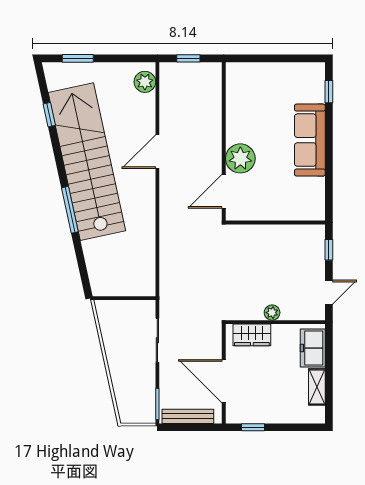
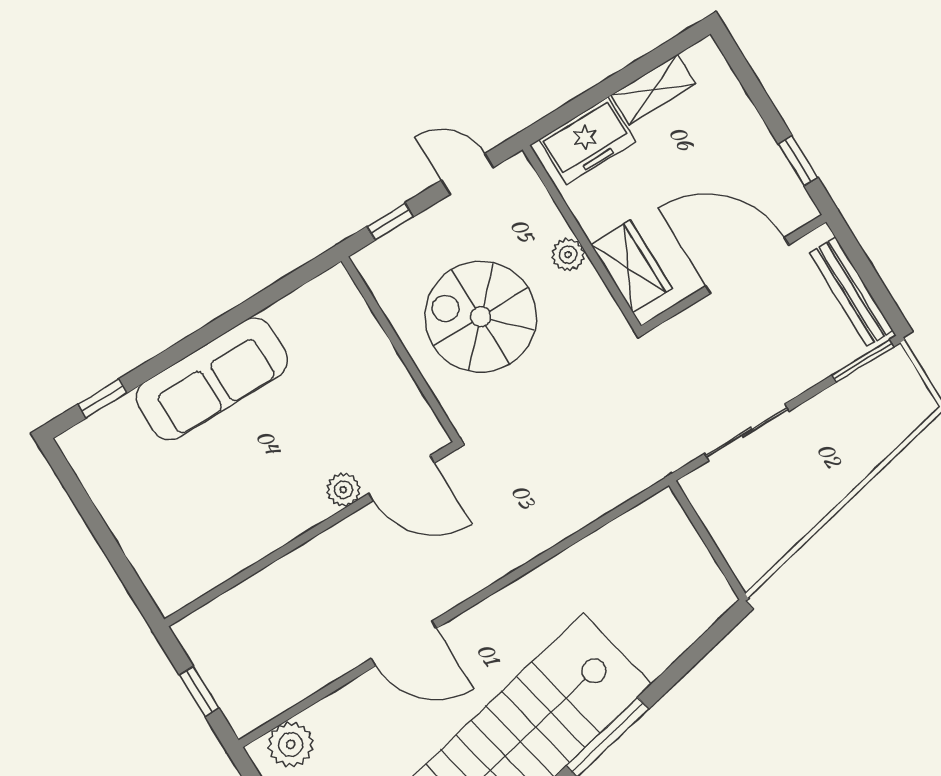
plant: (240, 158) -> (343, 490), width x0.53, depth x0.53
spiral stairs: (269, 262) -> (481, 317), added
door: (224, 381) -> (747, 265), swing flipped

